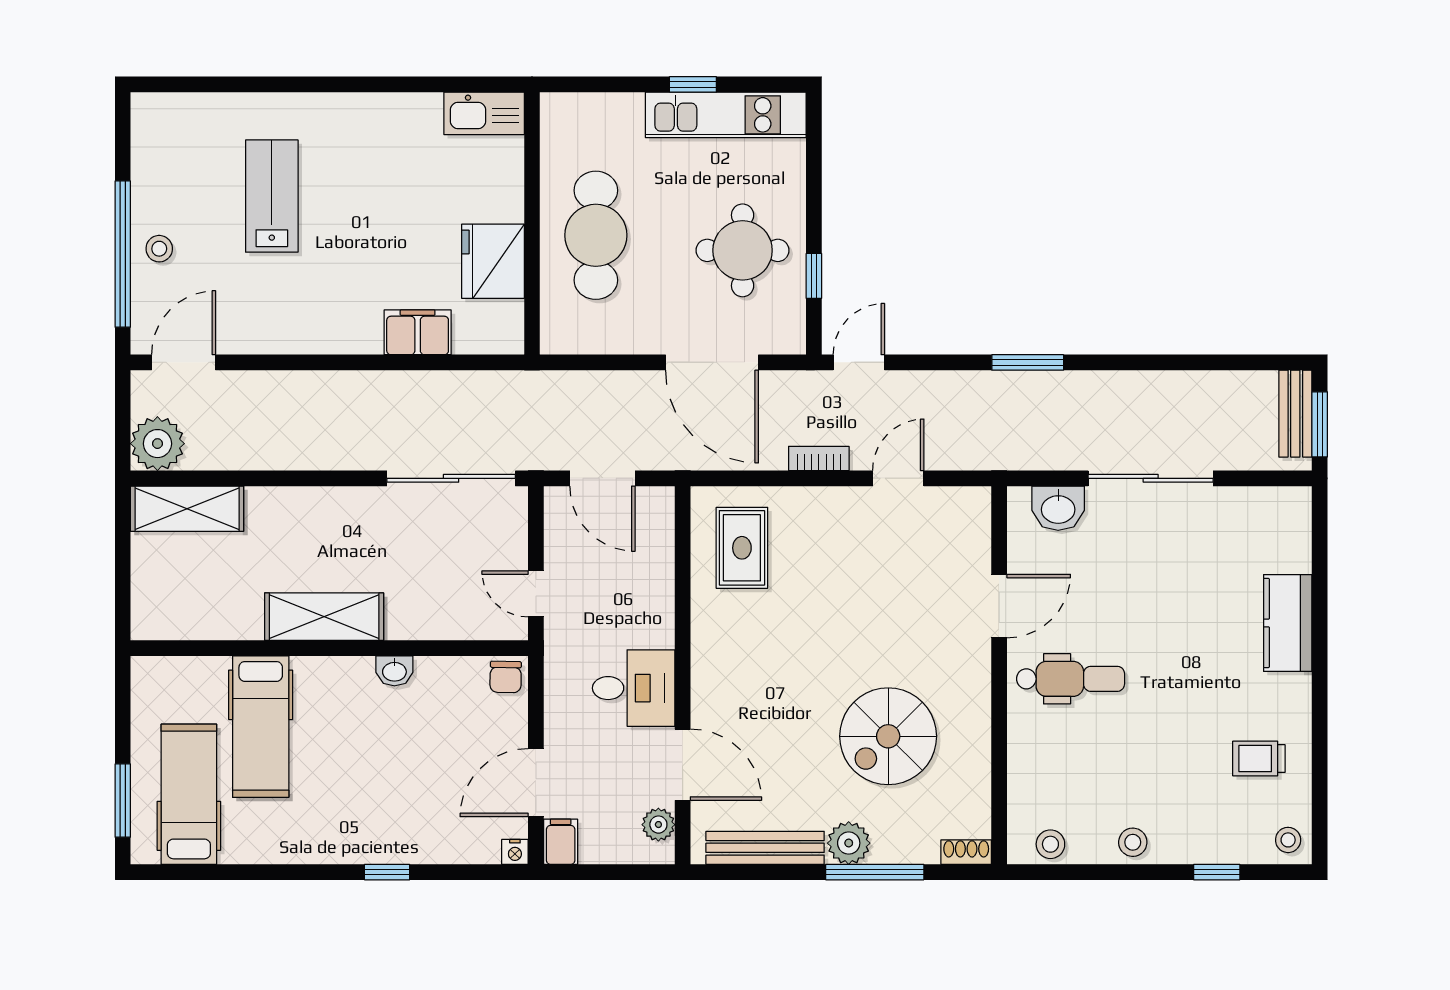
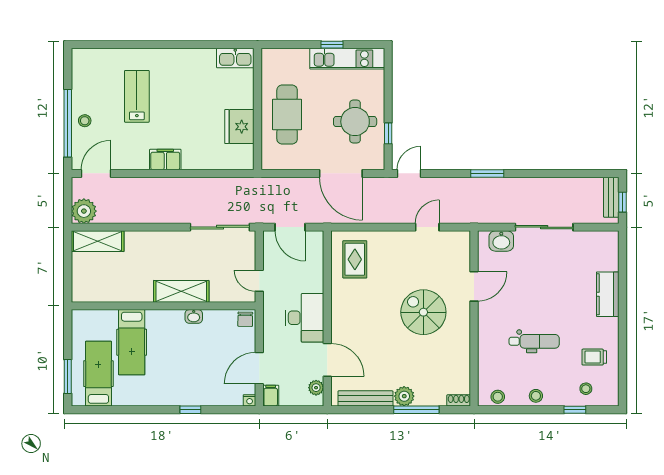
filing cabinet: (418, 332) -> (165, 160), moved
window: (1320, 424) -> (623, 202), width x0.67
bookcase: (819, 458) -> (390, 218), removed
shelving: (324, 617) -> (181, 291), moved
dental chair: (1071, 679) -> (534, 341), moved
desk: (634, 688) -> (305, 318), width x1.37
spiral stairs: (888, 736) -> (423, 312), moved, turned 90
stool: (1288, 840) -> (586, 389), moved

